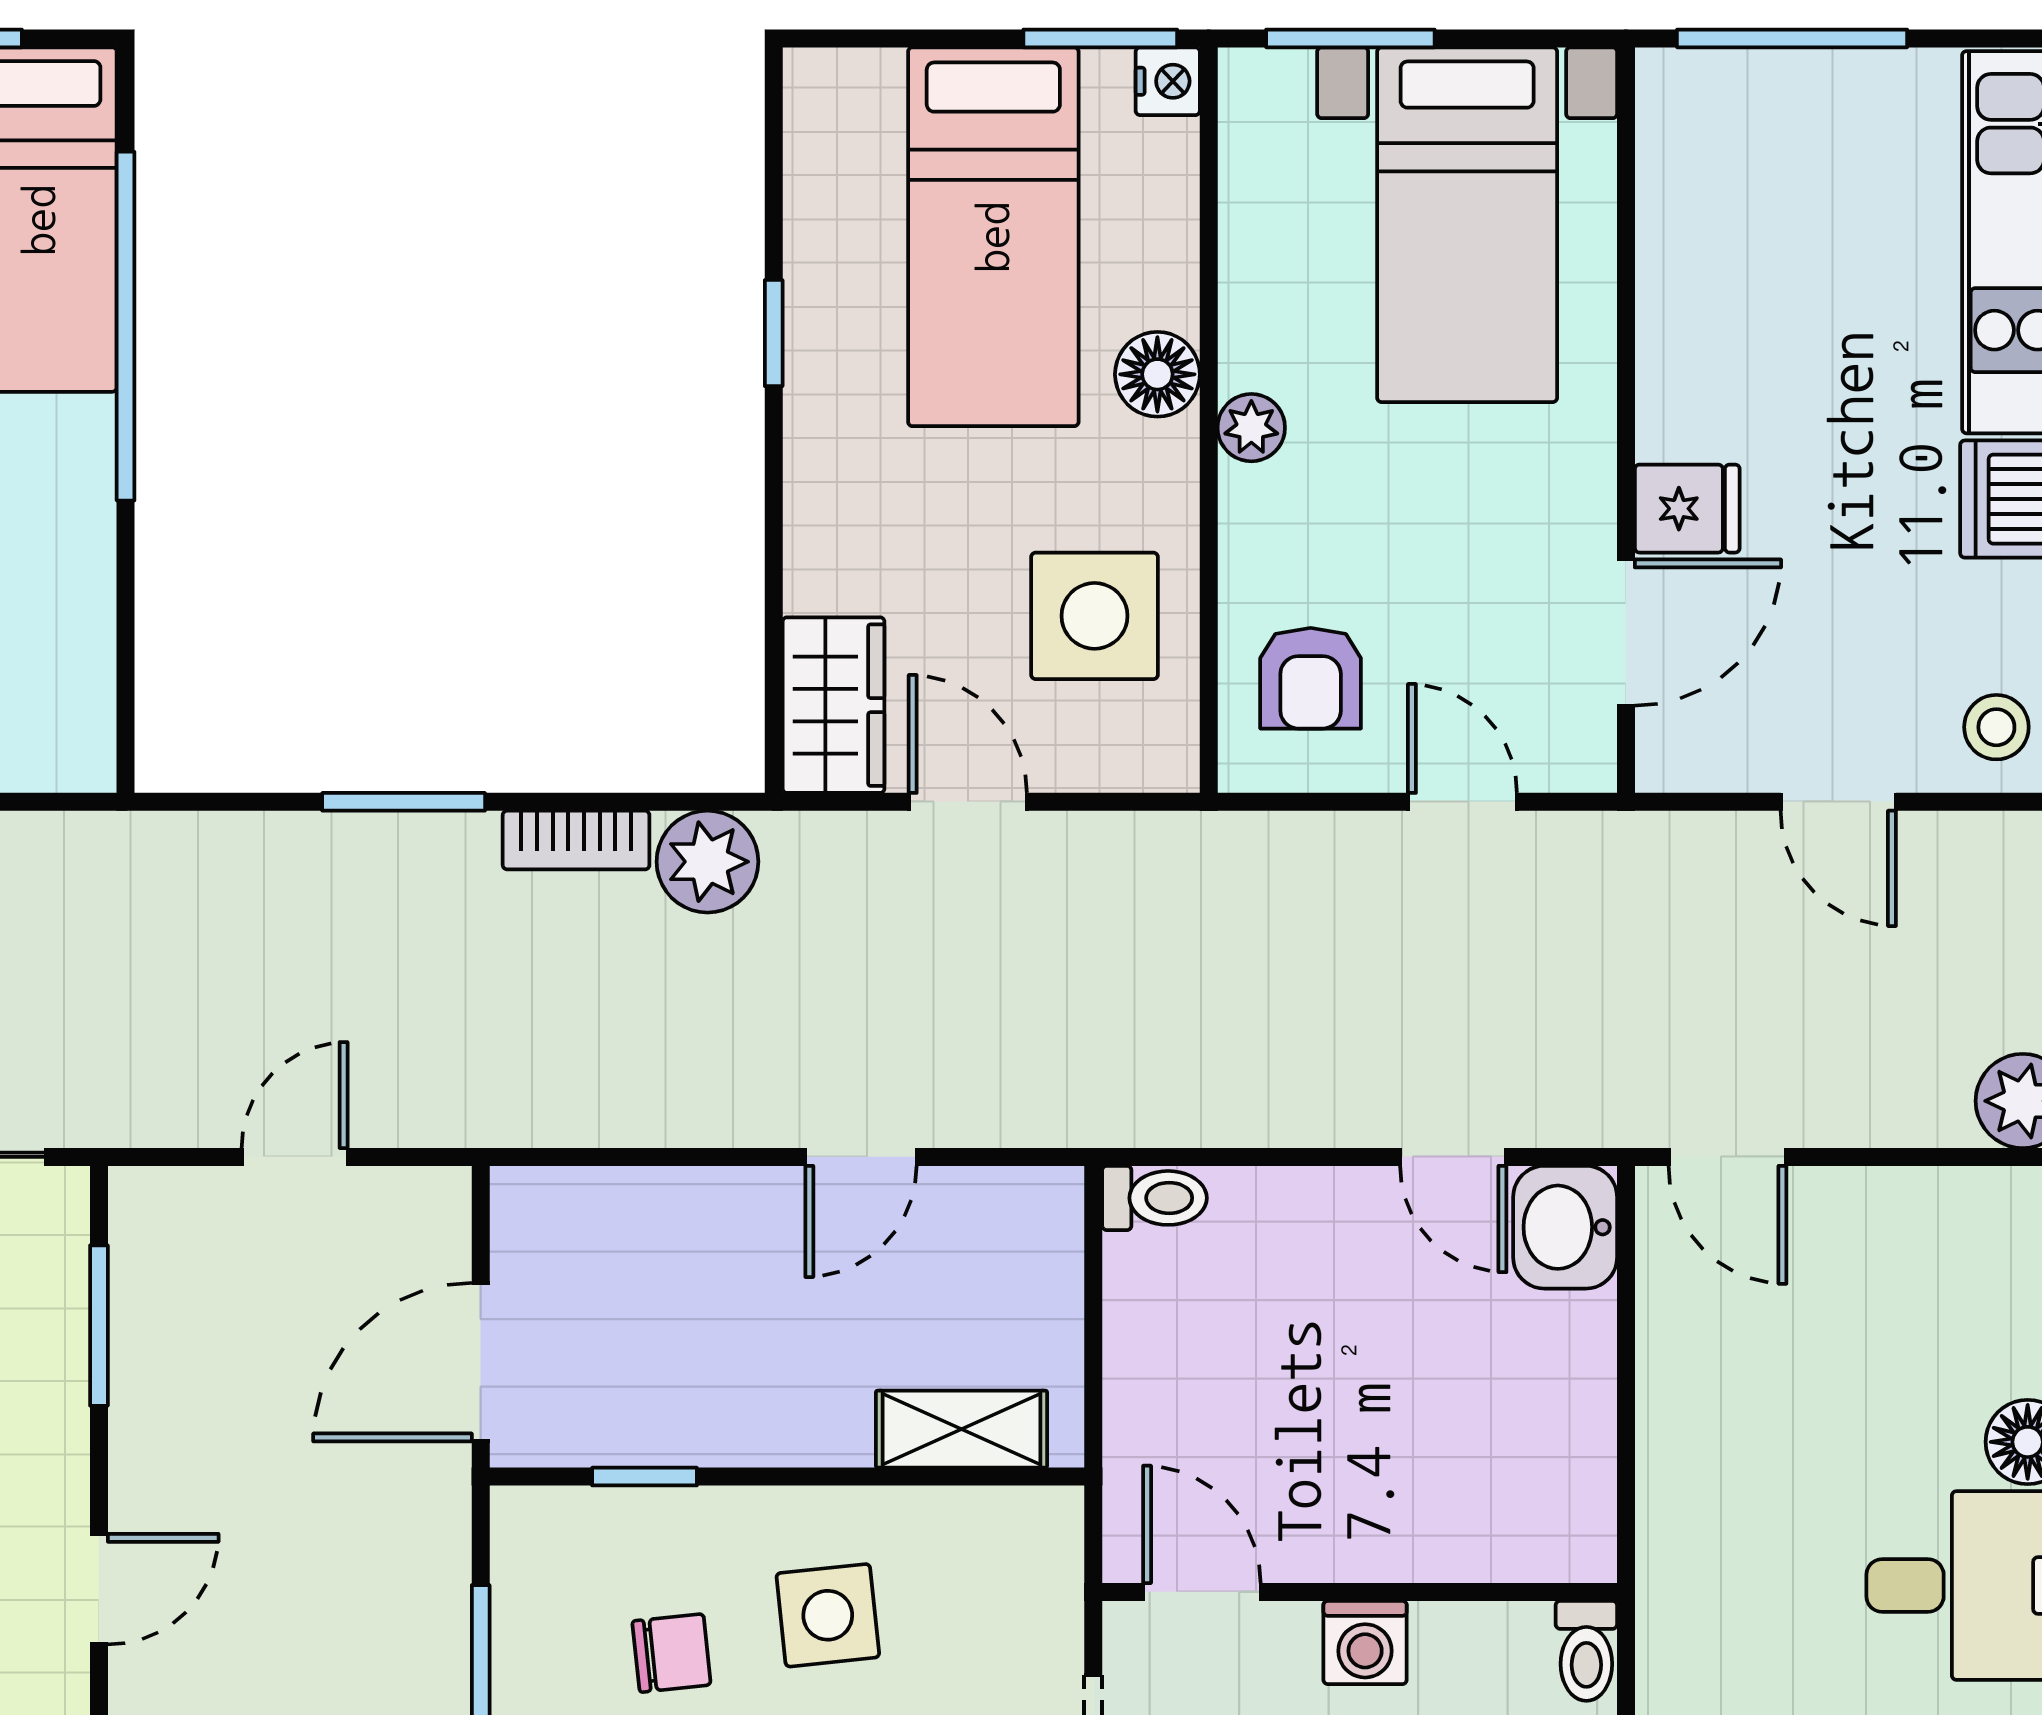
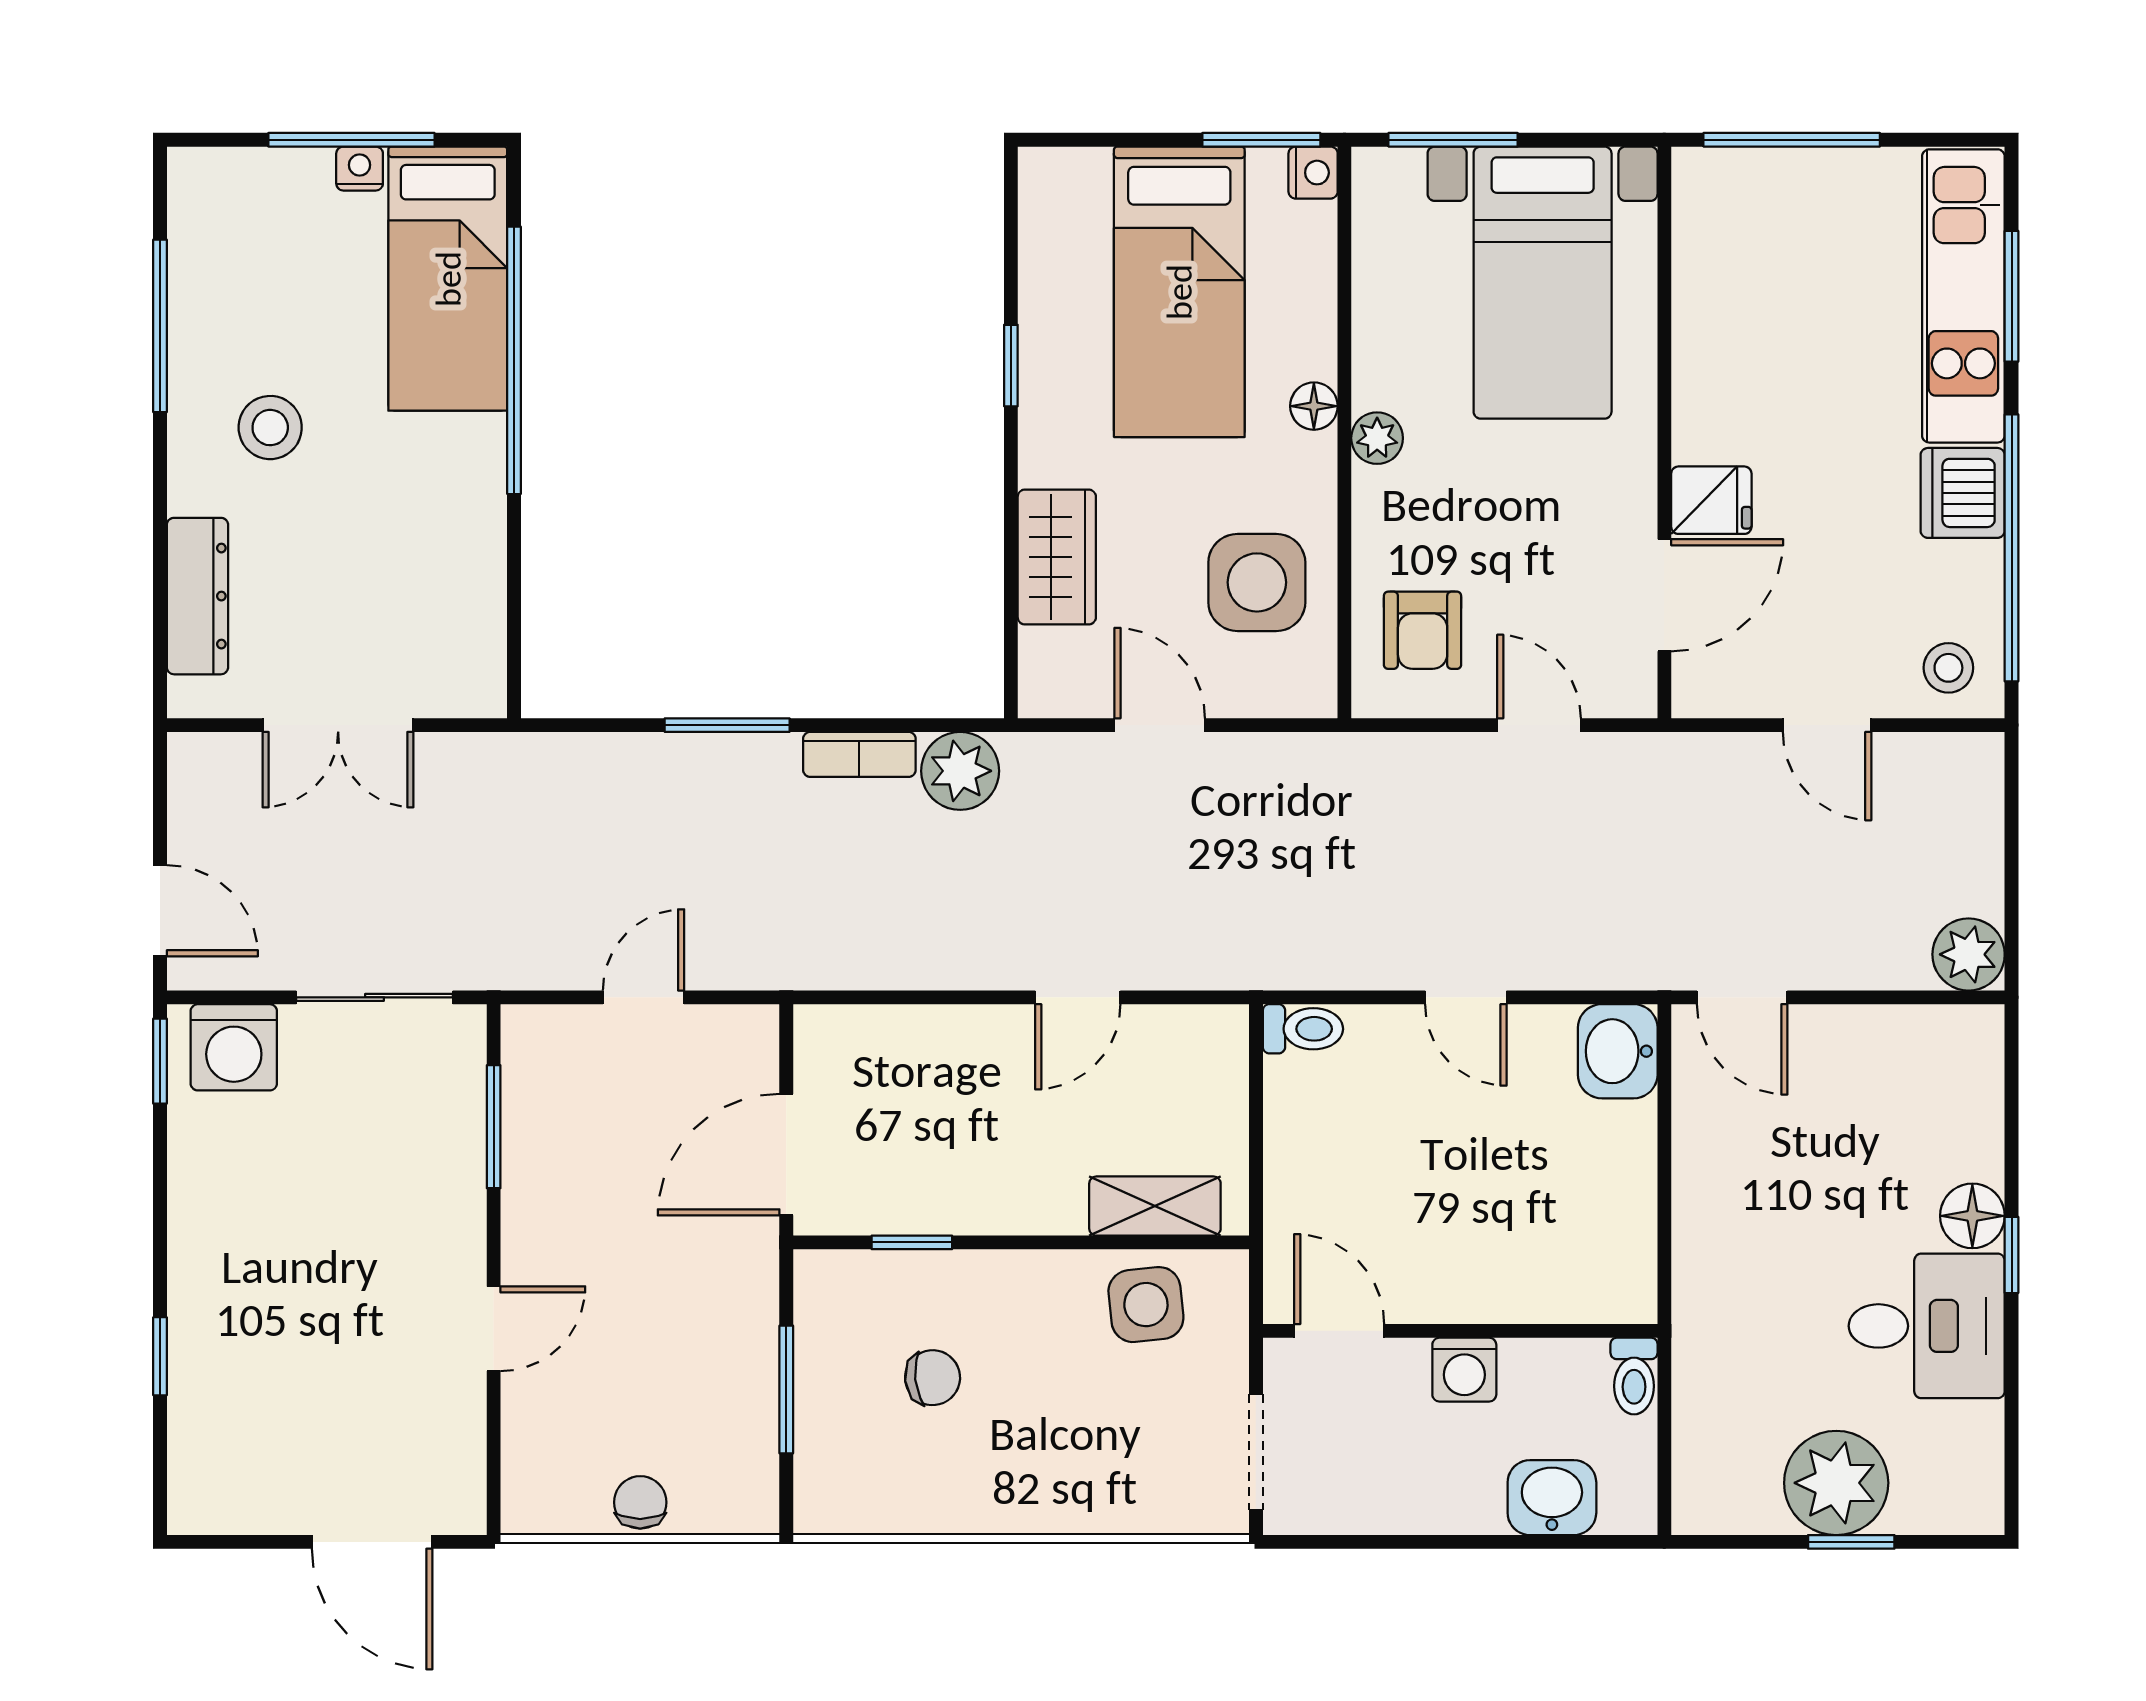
floor lamp: (1157, 374) -> (1314, 406), width x0.73, depth x0.73
wardrobe: (834, 705) -> (1057, 557), moved
door: (1453, 1157) -> (1466, 997), moved
side table: (828, 1615) -> (1146, 1305), moved

